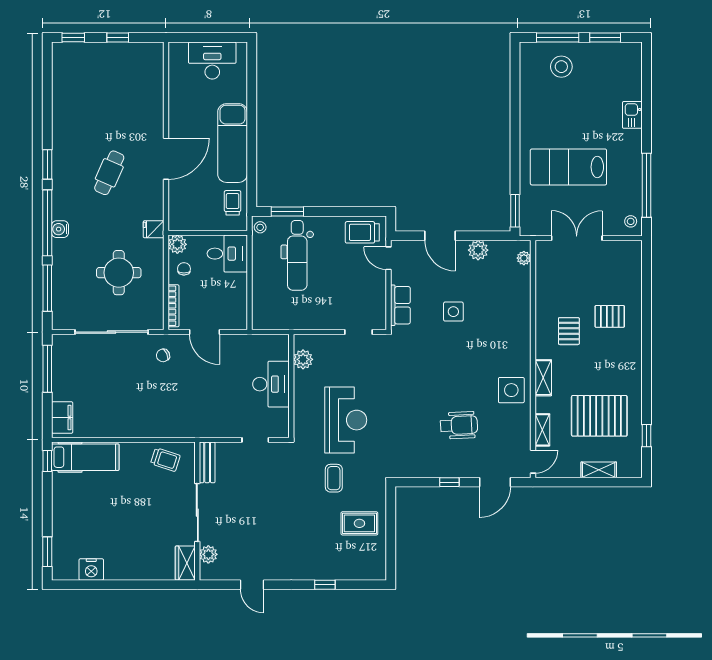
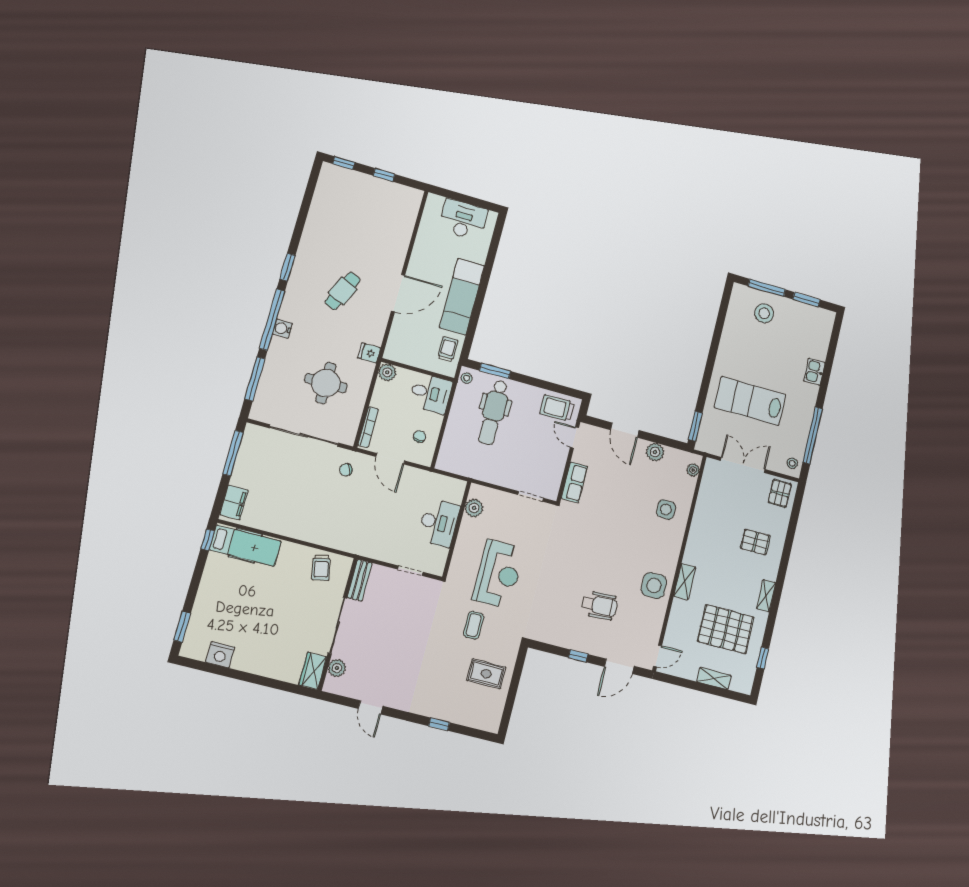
chair: (184, 269) -> (420, 436), moved
side table: (453, 312) -> (666, 510), moved
pallet: (569, 331) -> (780, 493), moved
shelving: (542, 430) -> (766, 596), moved
trolley: (165, 460) -> (321, 568), turned 60

